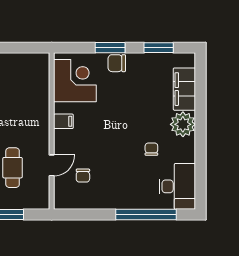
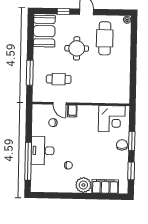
filing cabinet: (63, 121) -> (72, 111), moved
desk: (177, 186) -> (43, 151), moved, turned 90

